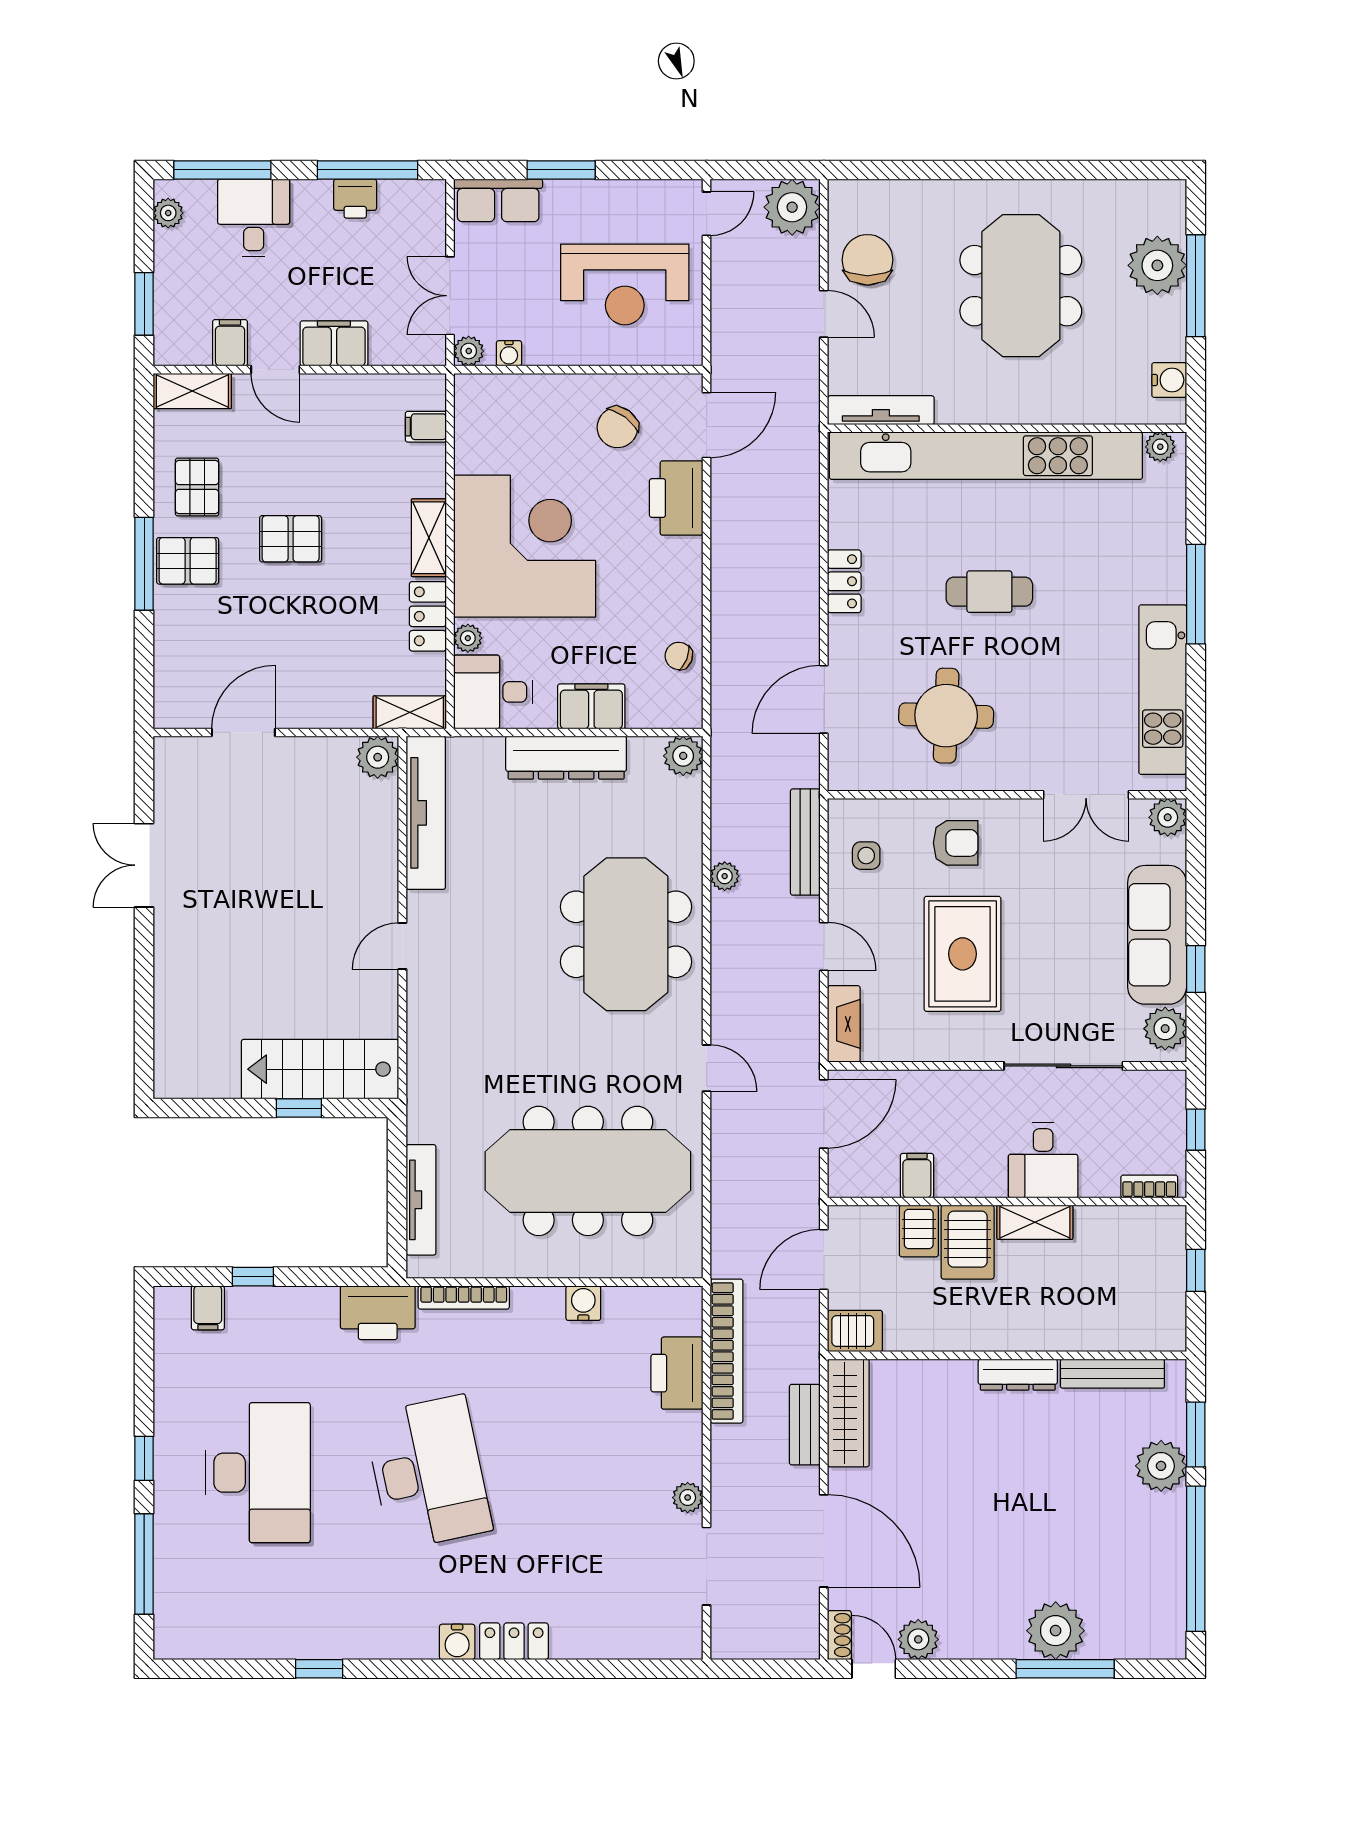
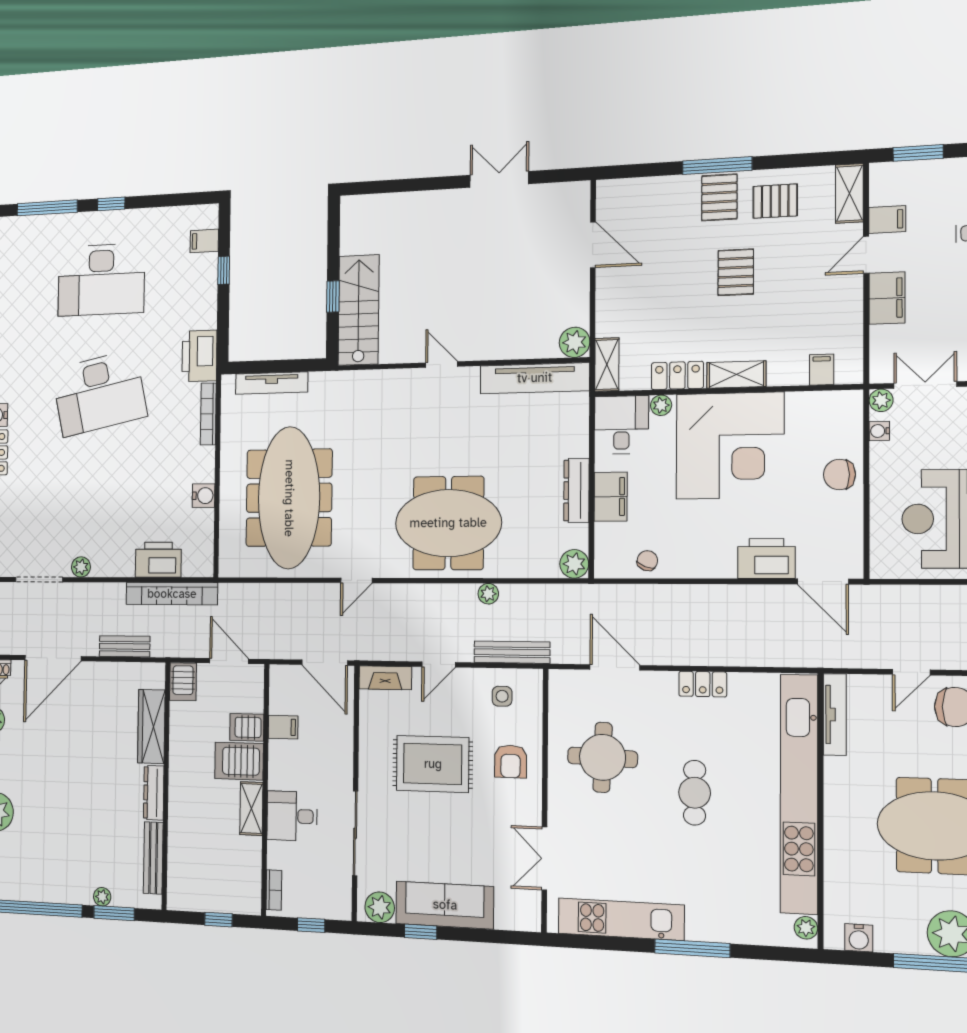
chair: (617, 427) -> (839, 474), moved, turned -37
dresser: (566, 758) -> (576, 490), width x0.73, depth x0.80
plant: (1168, 817) -> (528, 918), removed
wardrobe: (848, 1413) -> (151, 726), moved, turned 90
plant: (1161, 1466) -> (102, 897), width x0.53, depth x0.53

